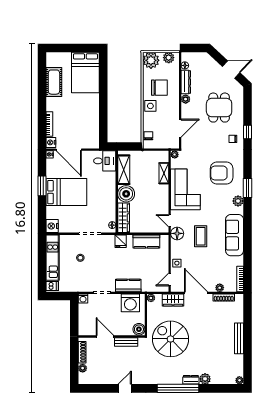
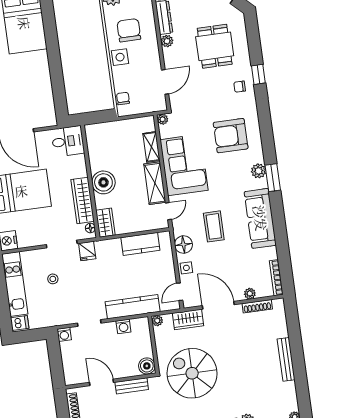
chair: (159, 88) -> (129, 30), turned -90
shelving: (124, 170) -> (155, 183), moved
window: (248, 188) -> (273, 178), moved
wardrobe: (109, 205) -> (83, 200), added
wardrobe: (124, 218) -> (105, 223), width x0.67
door: (170, 221) -> (168, 211), swing flipped
floor lamp: (177, 233) -> (183, 245), moved
fridge: (121, 241) -> (87, 251), moved
kitchen counter: (128, 285) -> (133, 307), width x1.50
washing machine: (130, 303) -> (123, 326), width x0.53, depth x0.53

